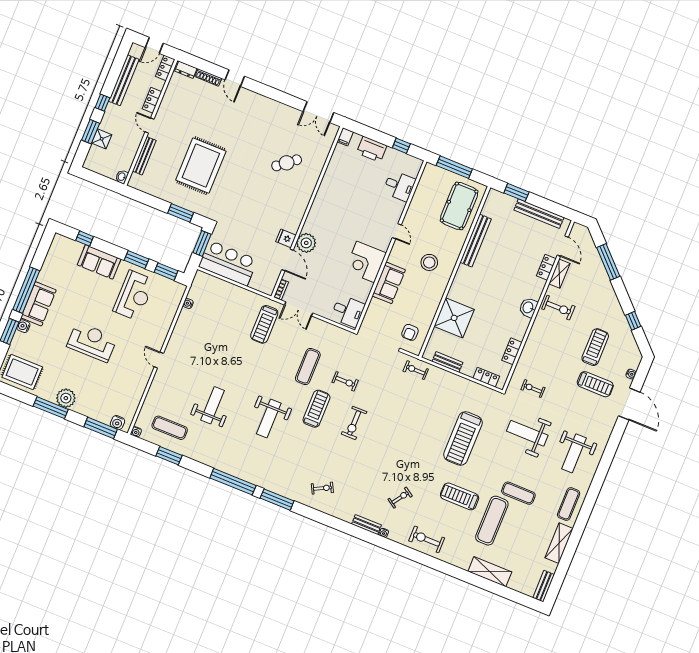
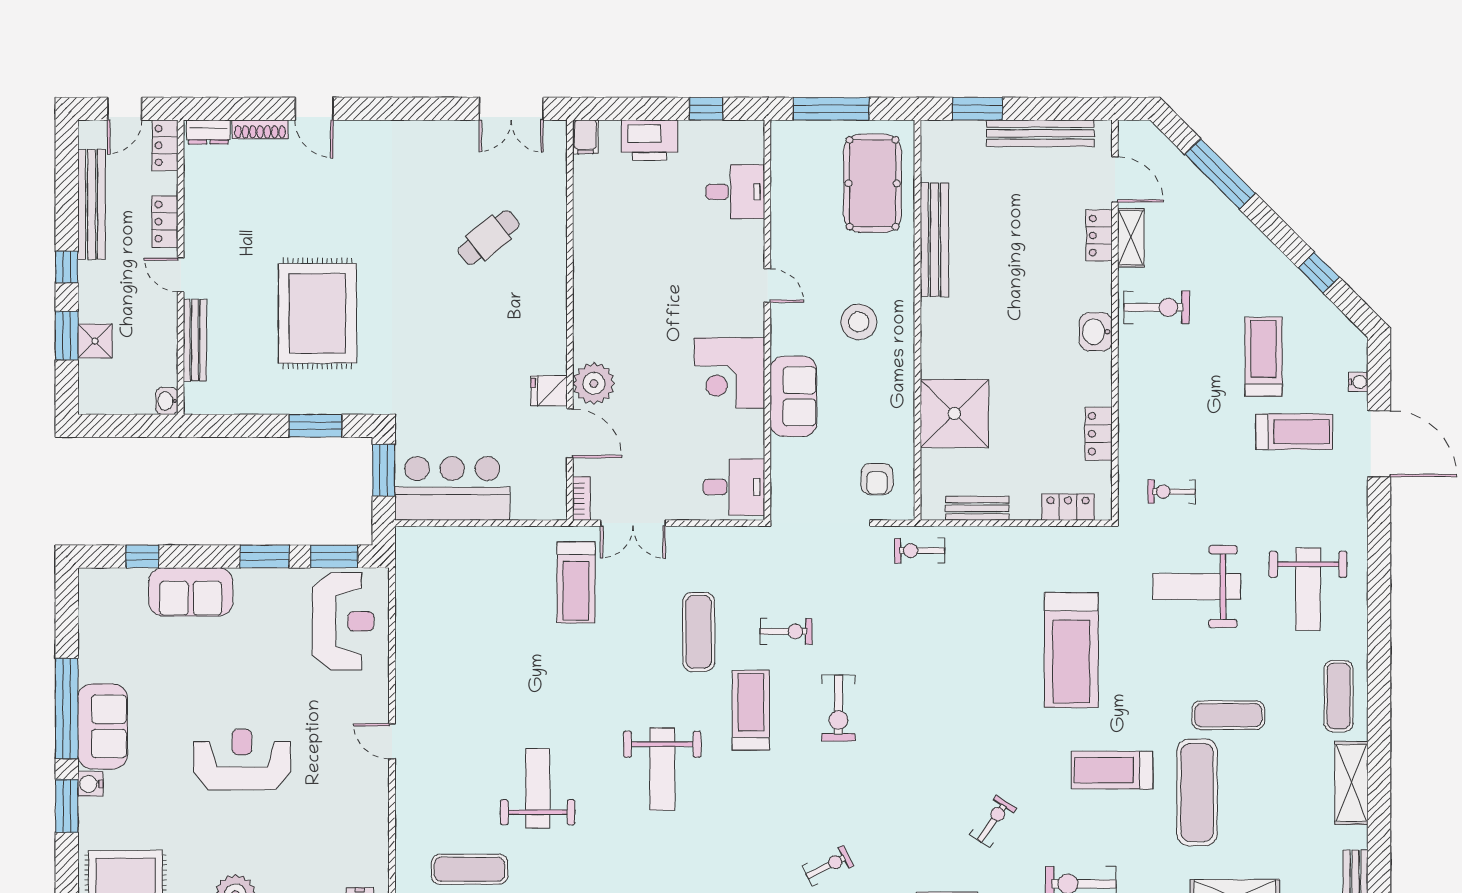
reception desk: (134, 295) -> (343, 621), moved
water cooler: (188, 303) -> (405, 603), removed

